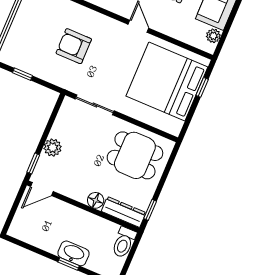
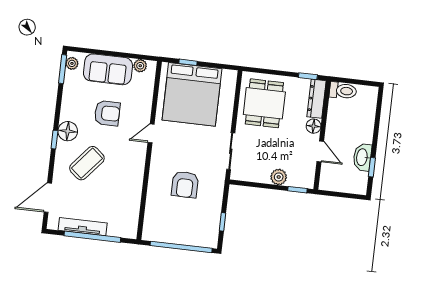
door: (42, 189) -> (320, 151), moved
washbasin: (74, 253) -> (362, 157), moved
window: (69, 264) -> (372, 167), moved

